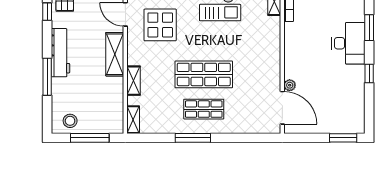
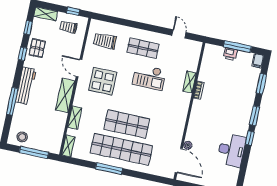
desk: (348, 43) -> (231, 150), moved
window: (369, 74) -> (250, 138), moved
shop shelf: (204, 109) -> (121, 149), width x2.00, depth x1.36

